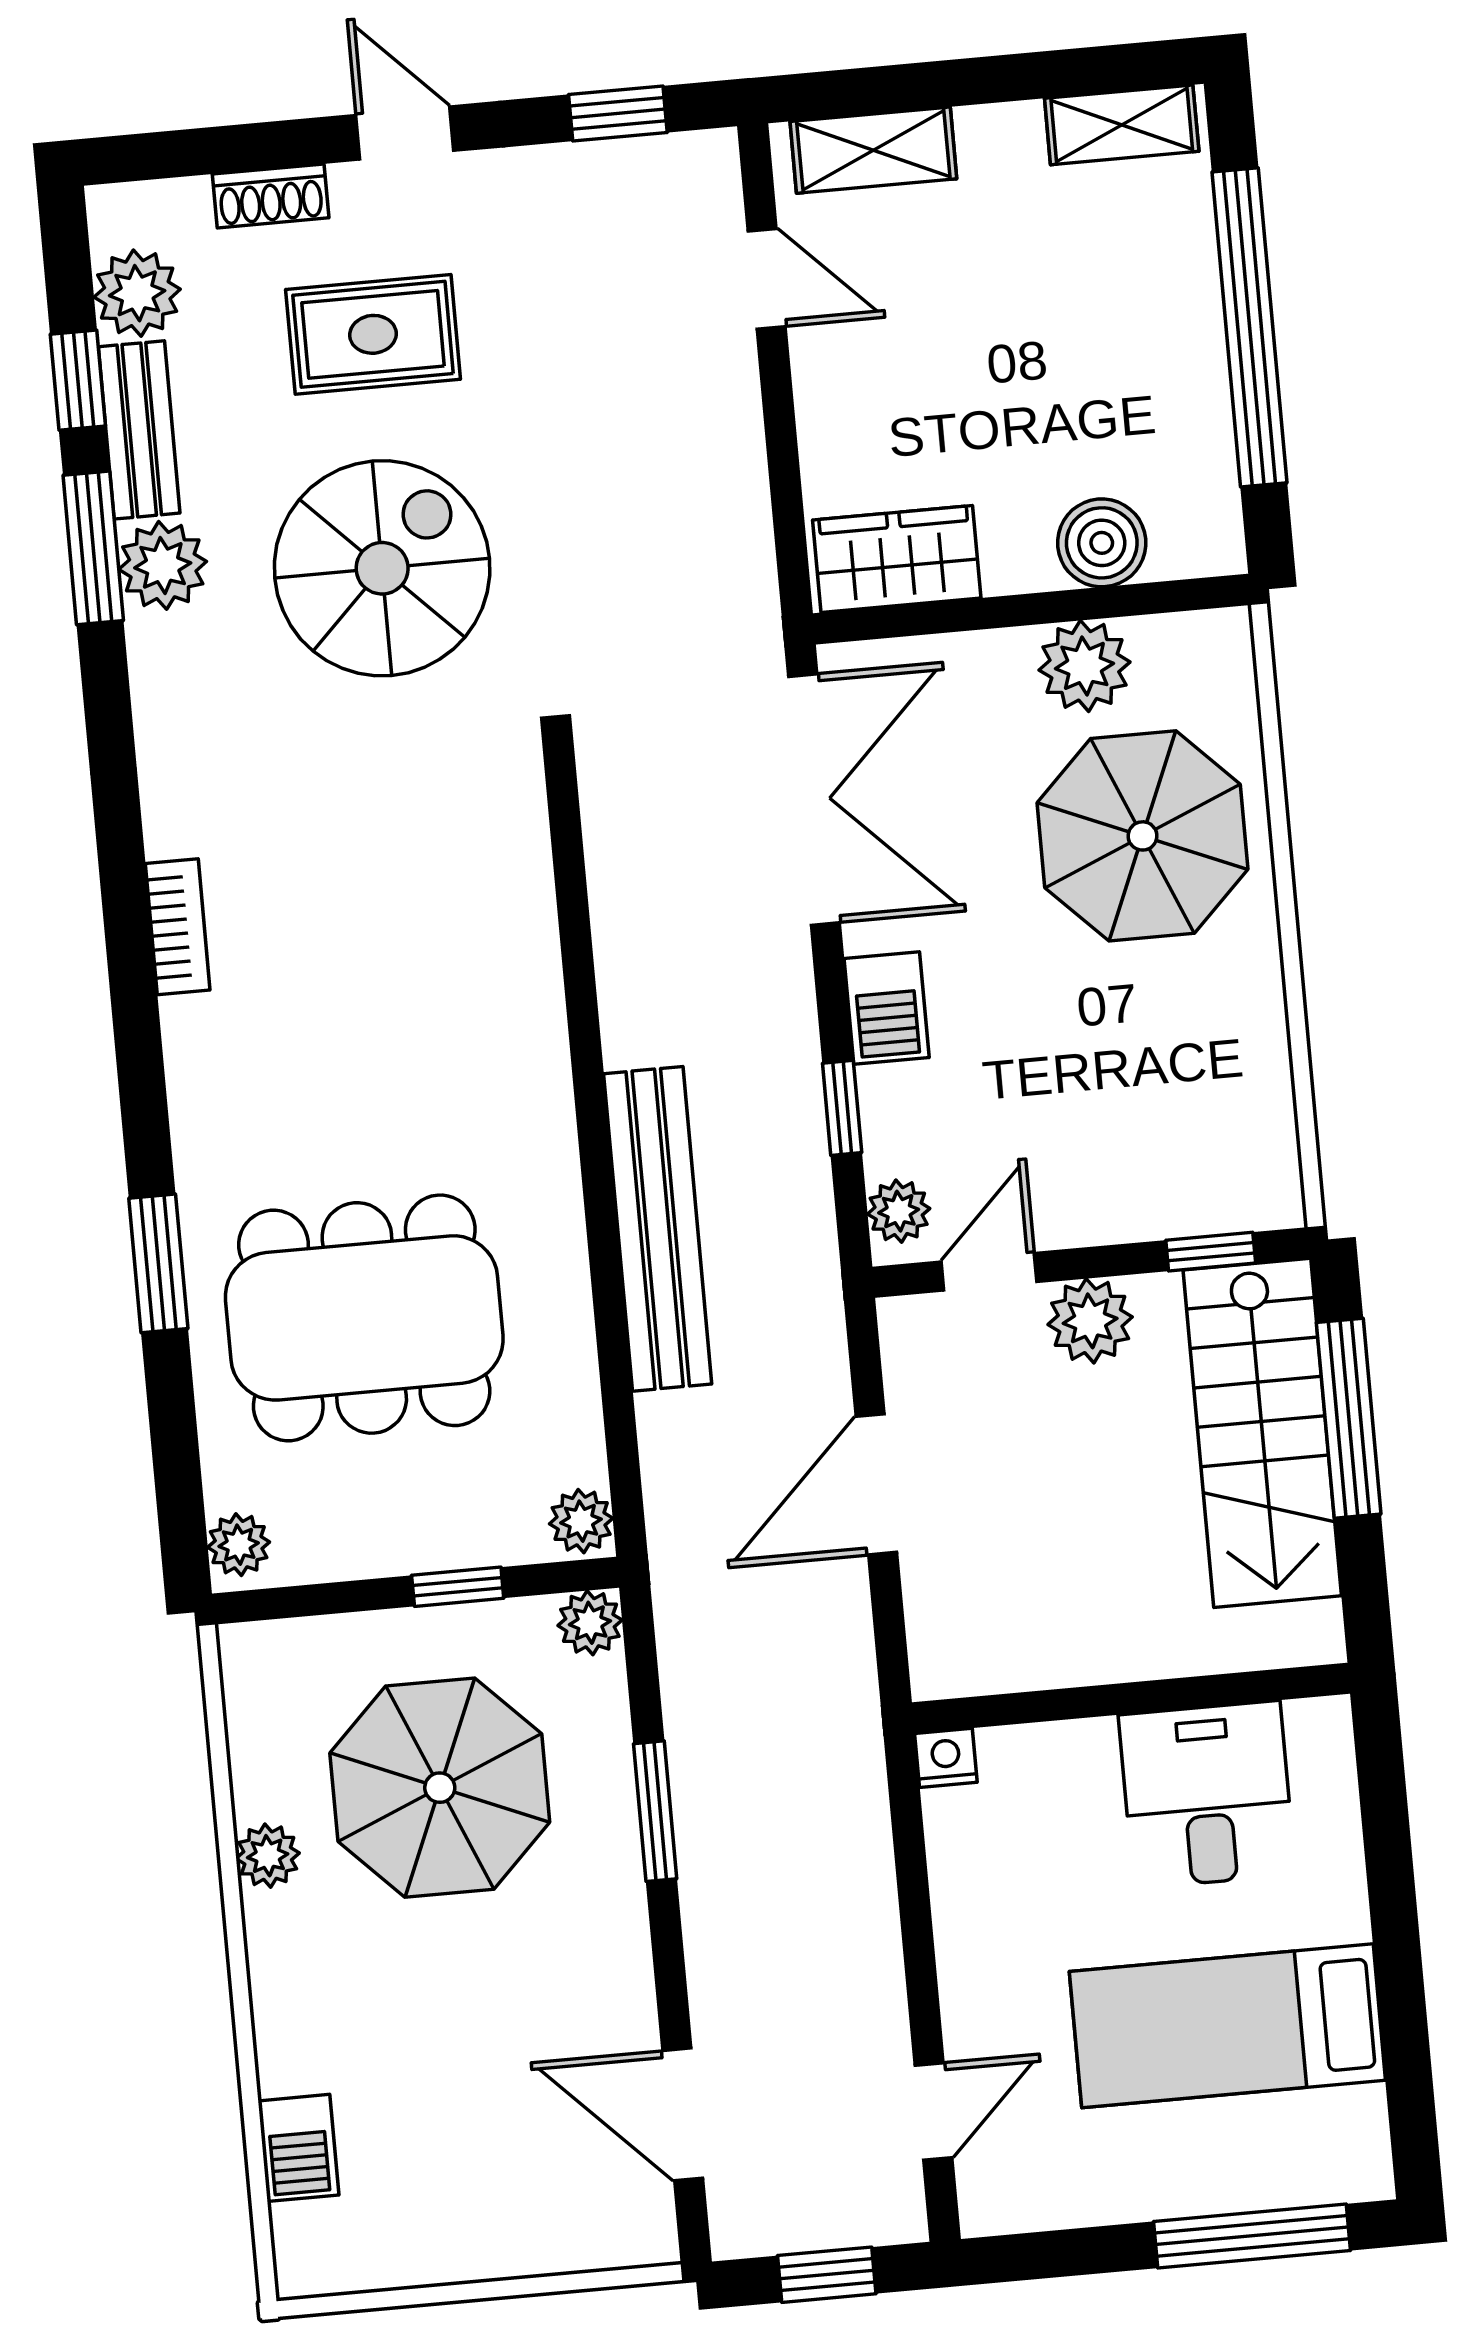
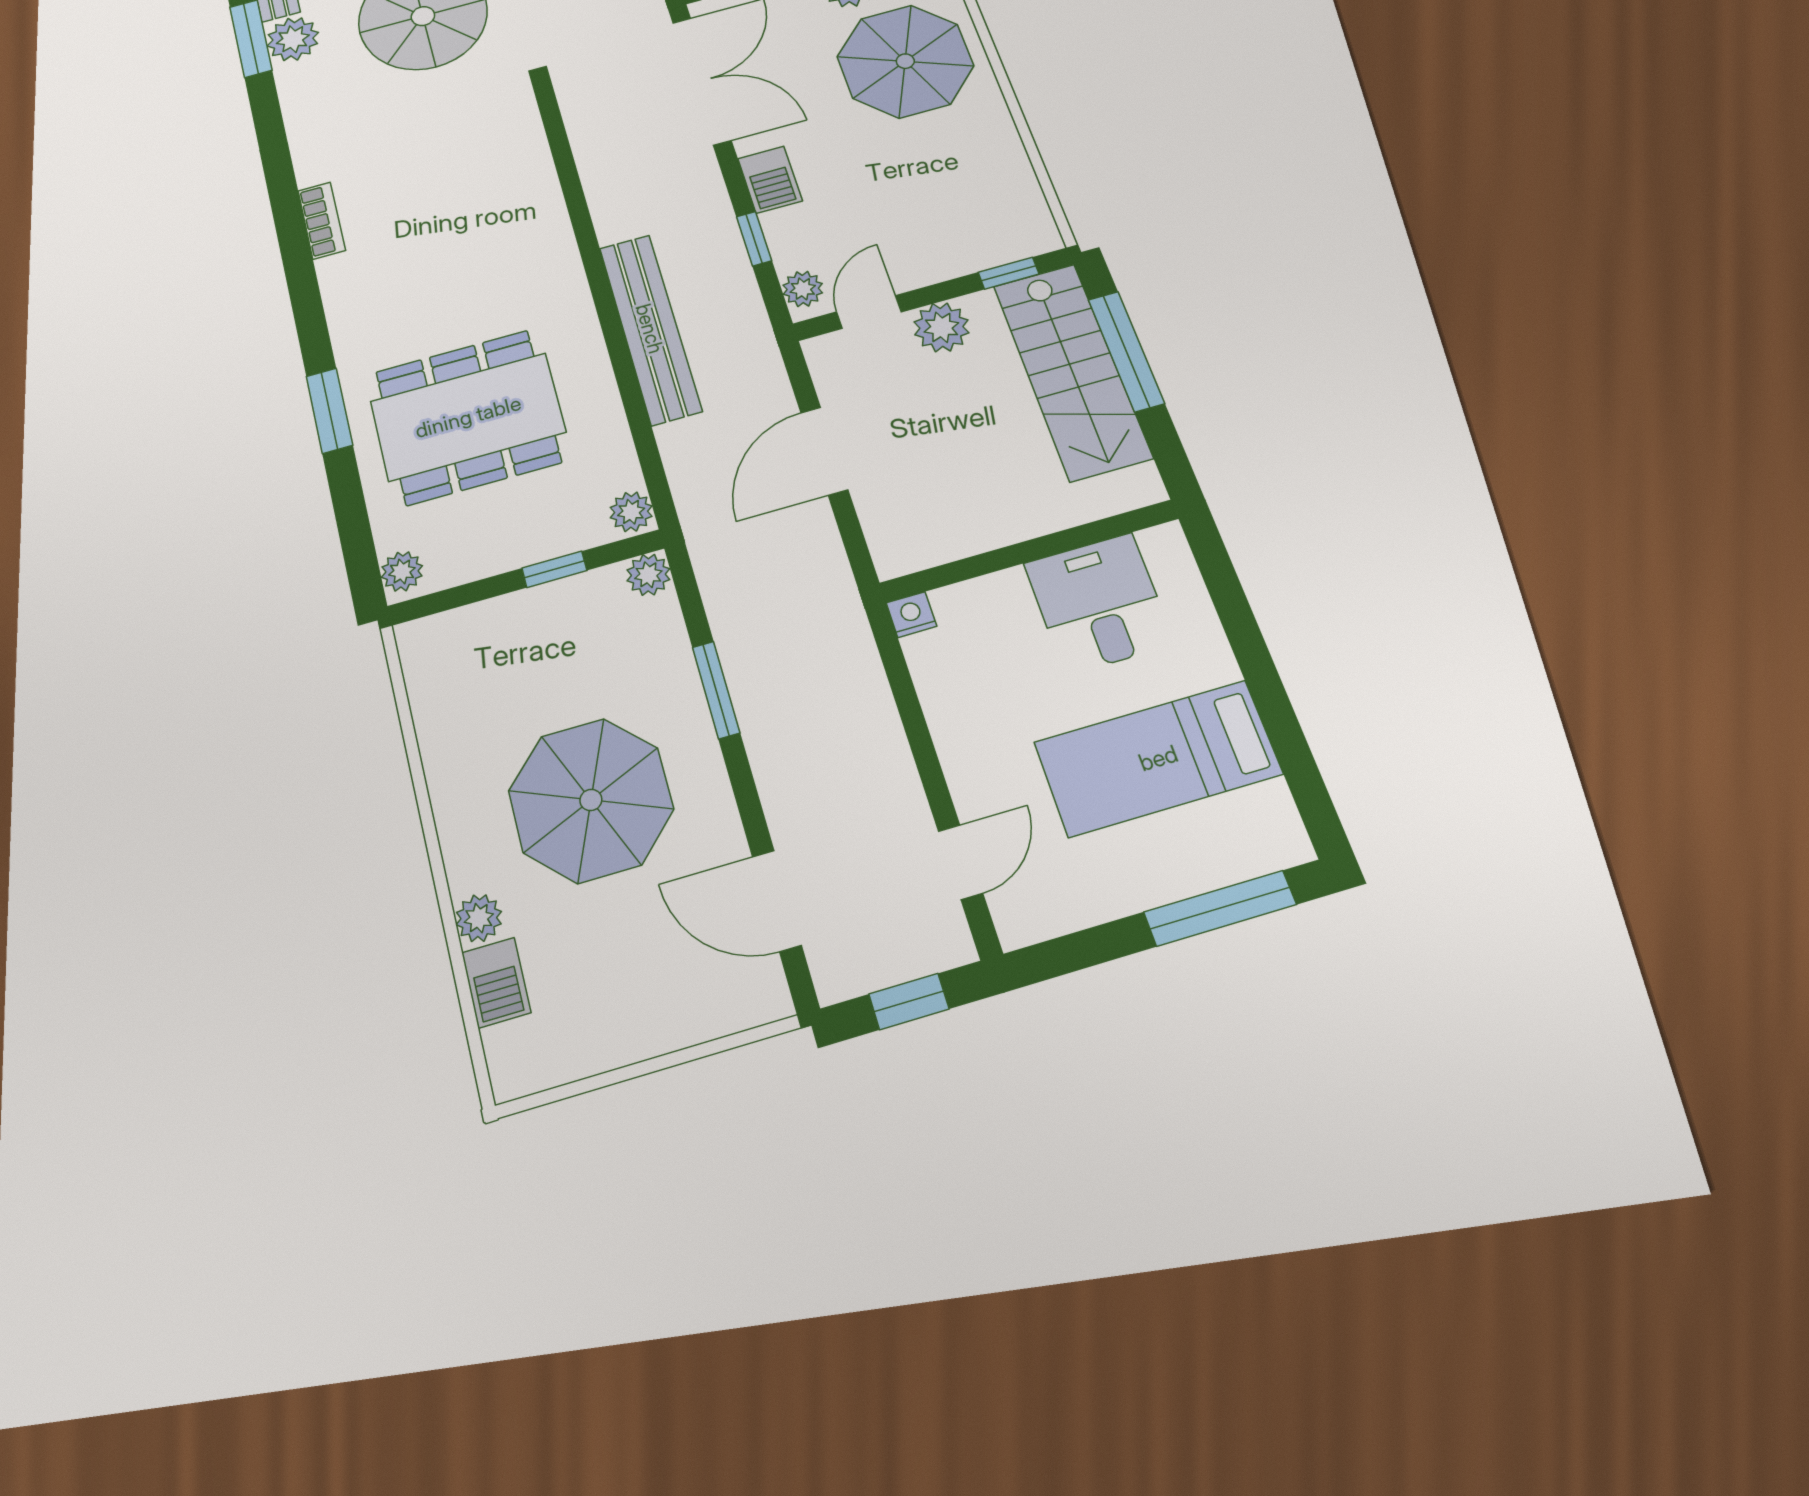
parasol: (440, 1788) -> (591, 800), moved
plant: (268, 1856) -> (479, 918), moved

